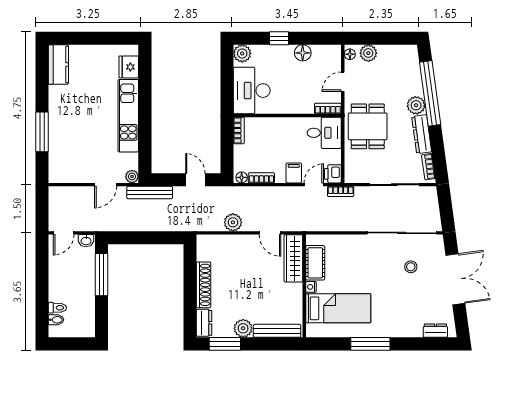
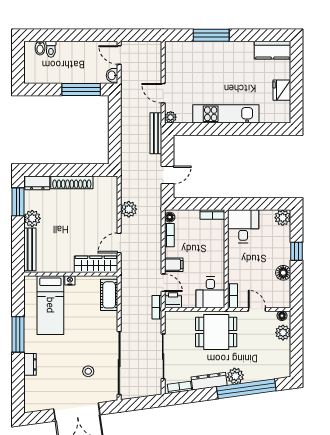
fridge: (129, 67) -> (282, 90), moved, turned -90
desk: (252, 91) -> (243, 226), width x0.73
cot: (315, 263) -> (109, 295), moved, turned 90
dresser: (435, 331) -> (30, 364), moved

